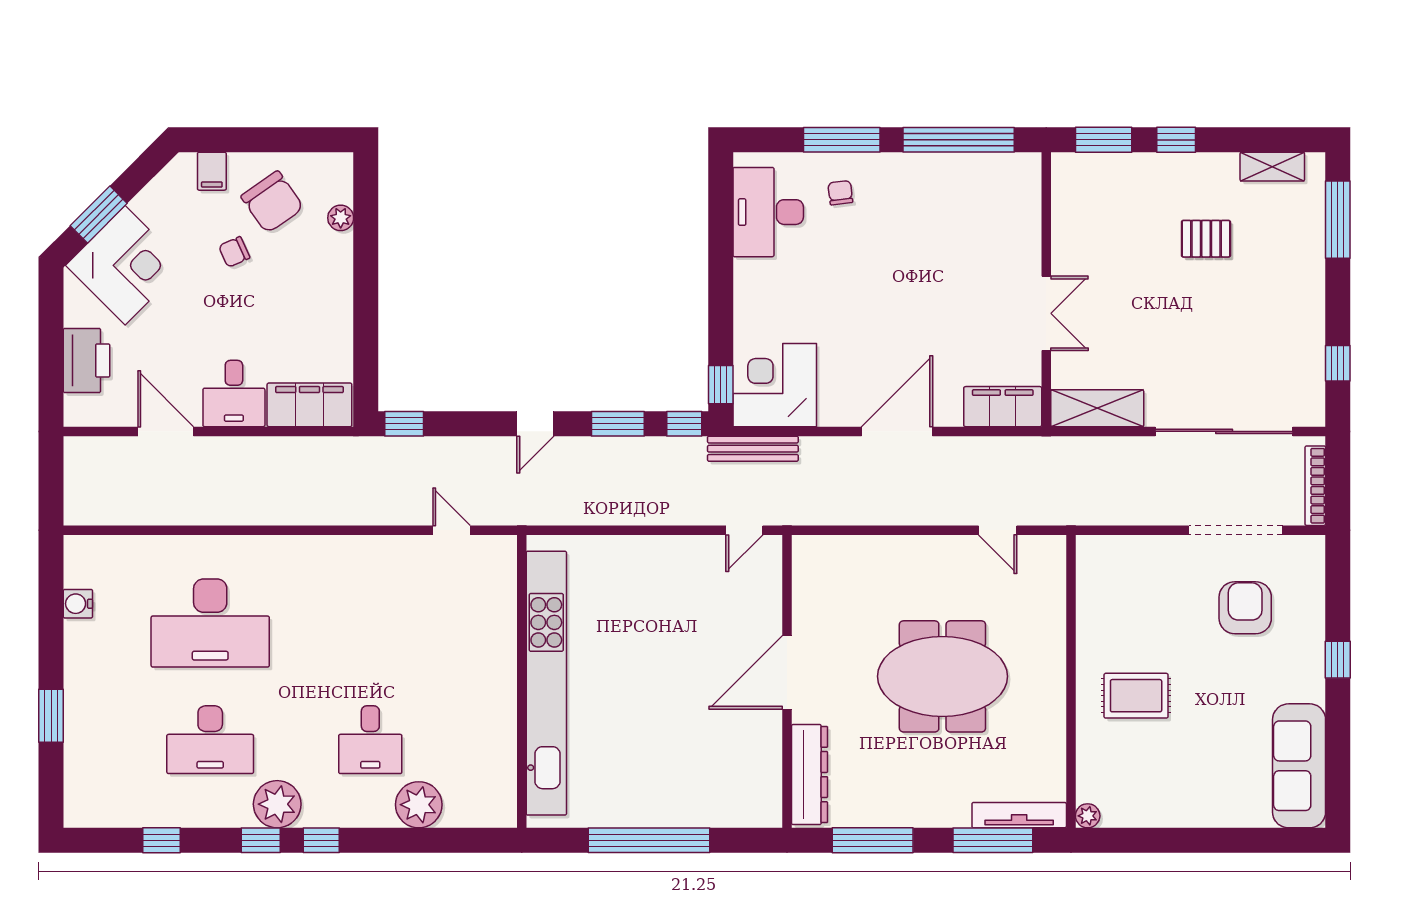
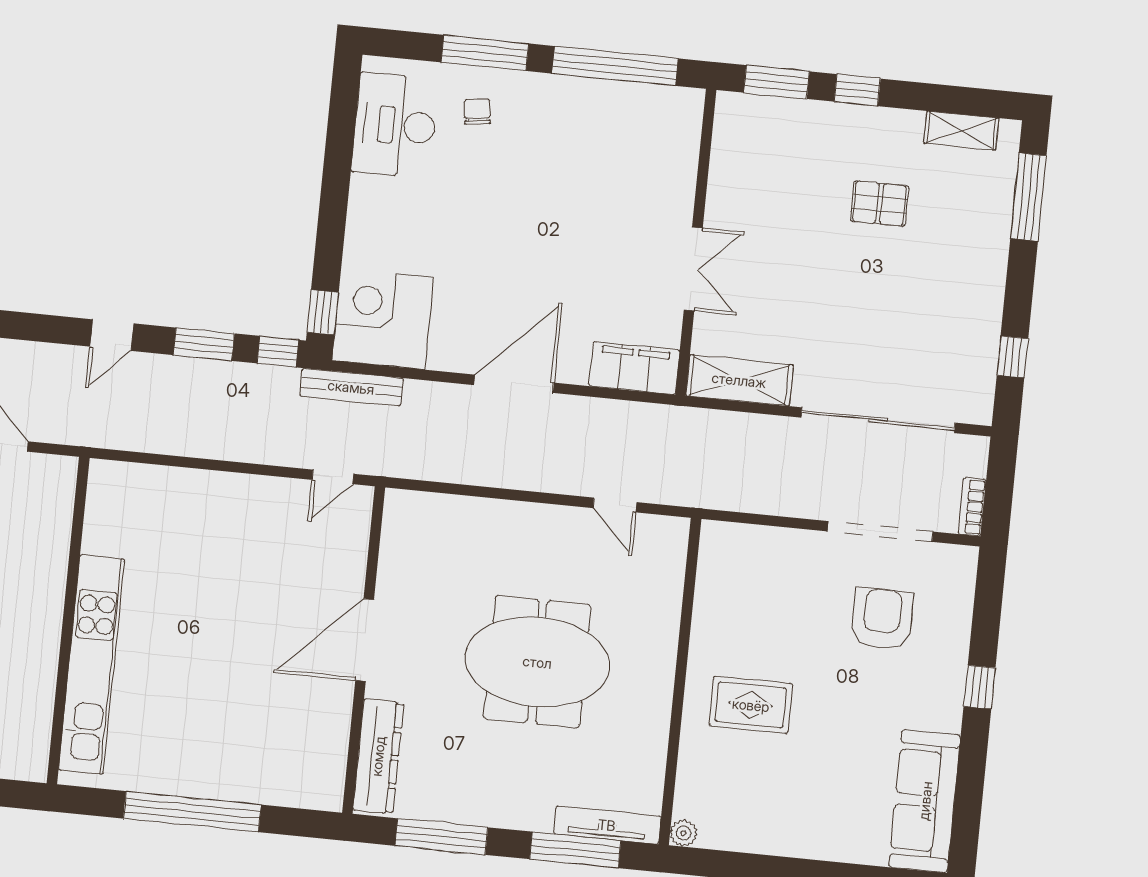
bookcase: (1315, 486) -> (972, 507), width x0.64
kitchen unit: (546, 683) -> (91, 664), width x0.73

